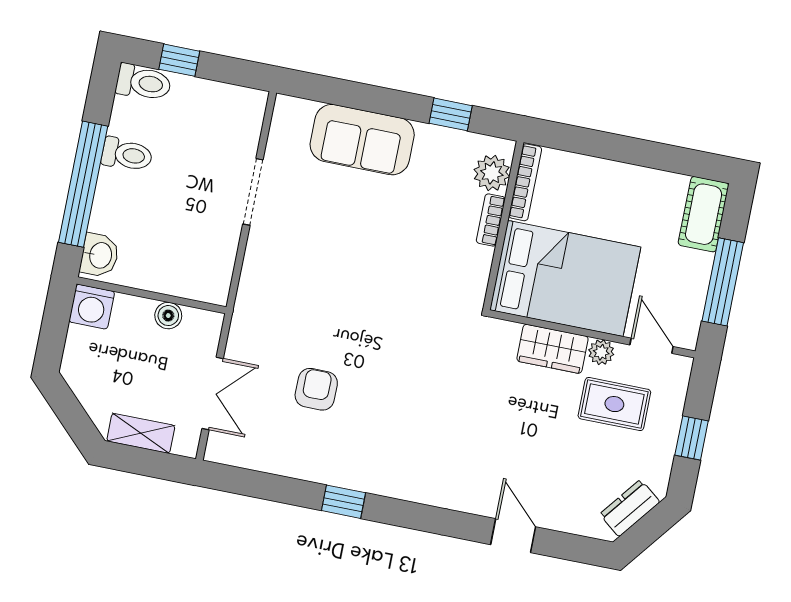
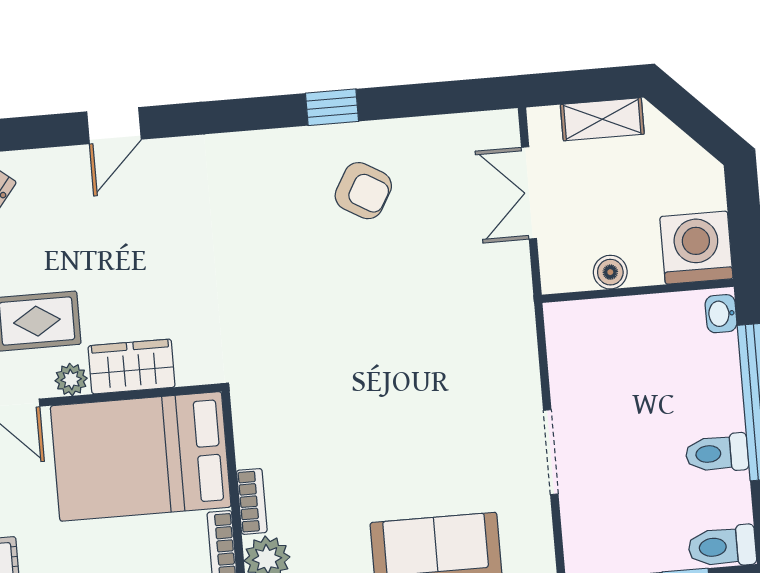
washbasin: (100, 255) -> (721, 314), width x0.72, depth x0.69
washing machine: (92, 307) -> (696, 248), width x1.37, depth x1.37
armchair: (316, 389) -> (363, 191), moved, turned -60
door: (513, 536) -> (114, 126), hinge flipped

